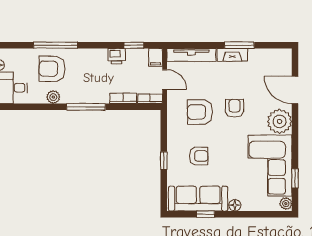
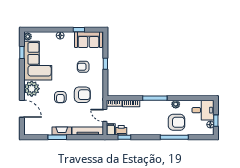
printer: (117, 56) -> (121, 130), moved
sofa: (198, 199) -> (88, 40), width x0.73

